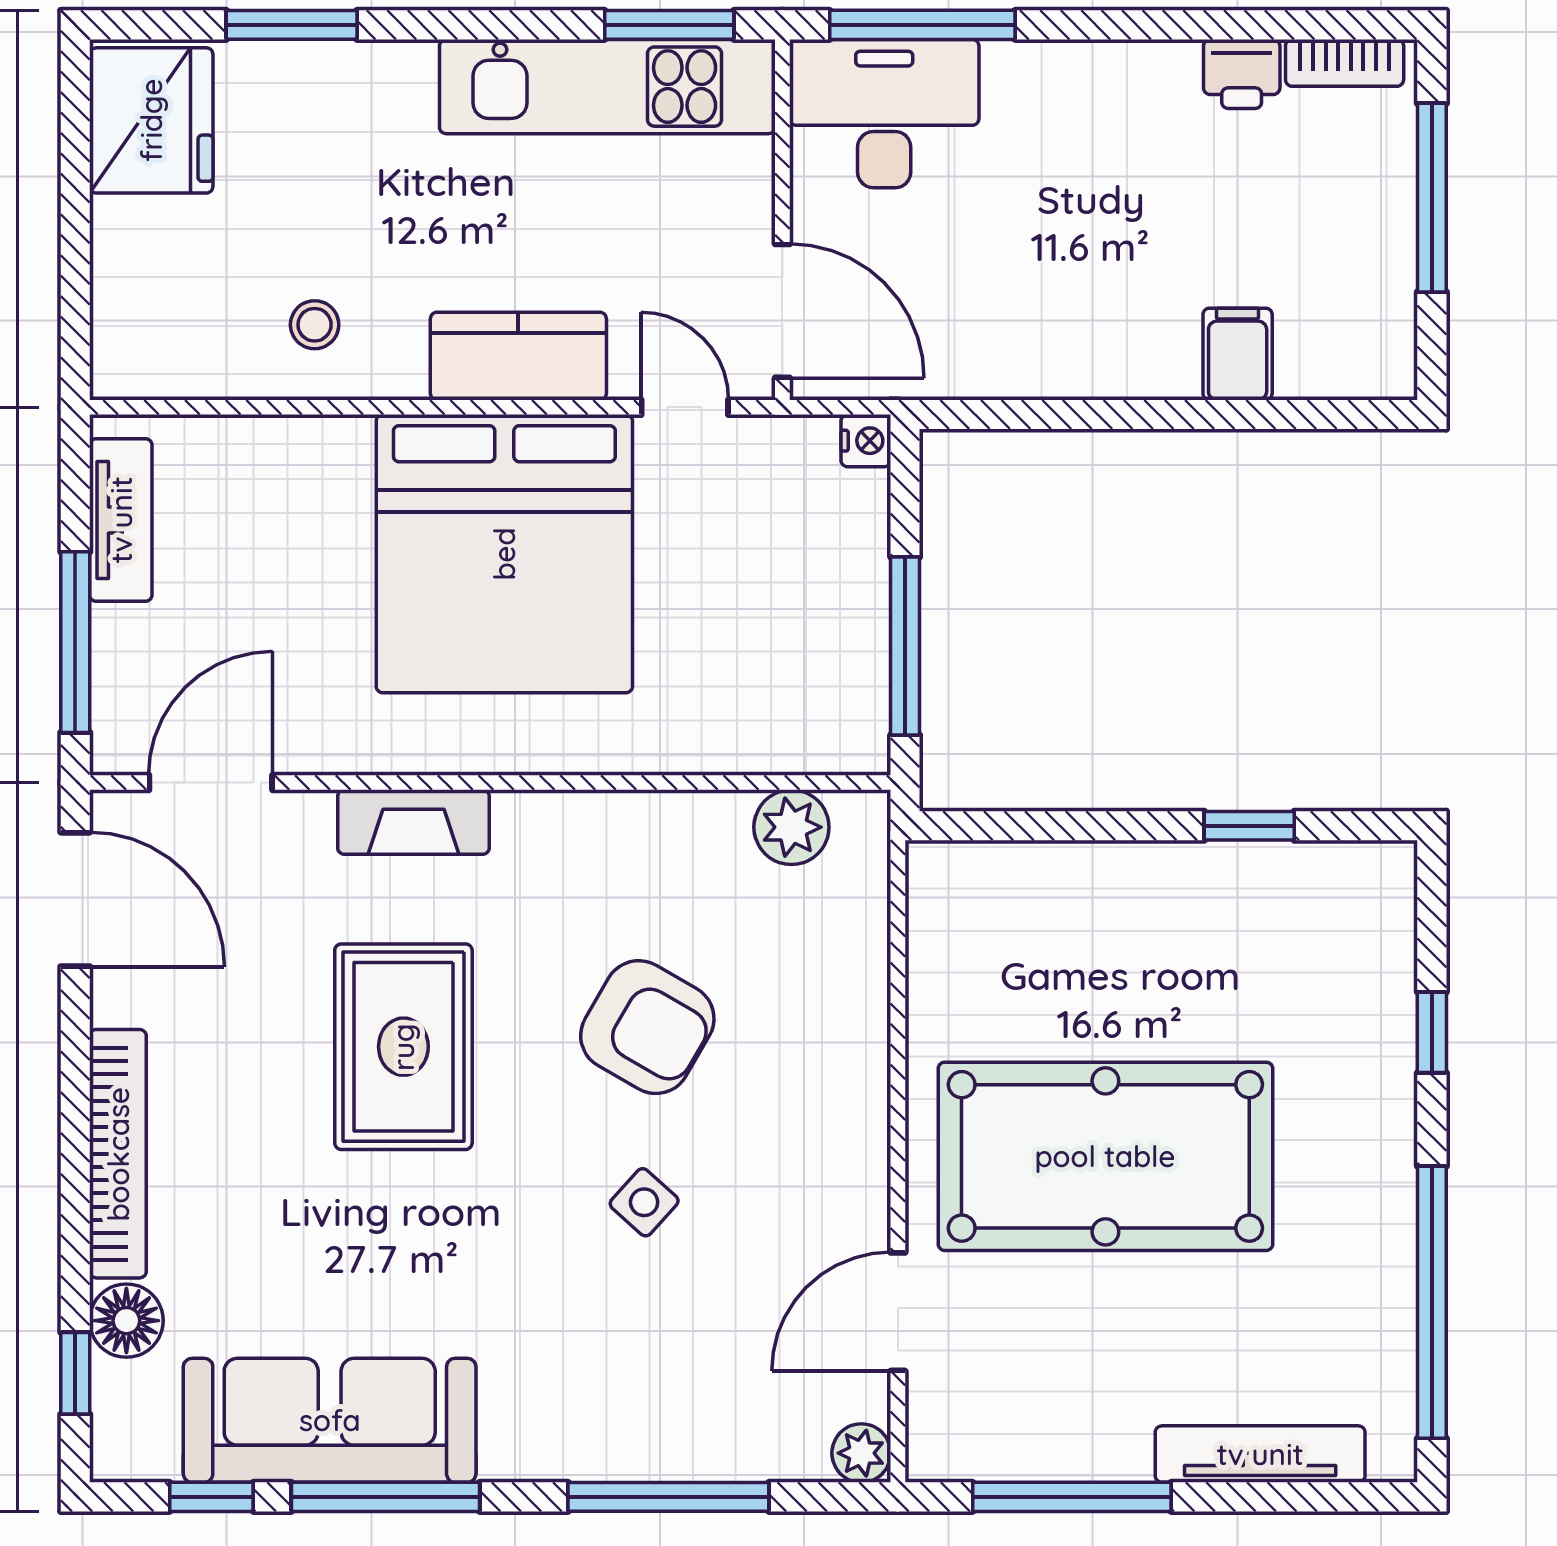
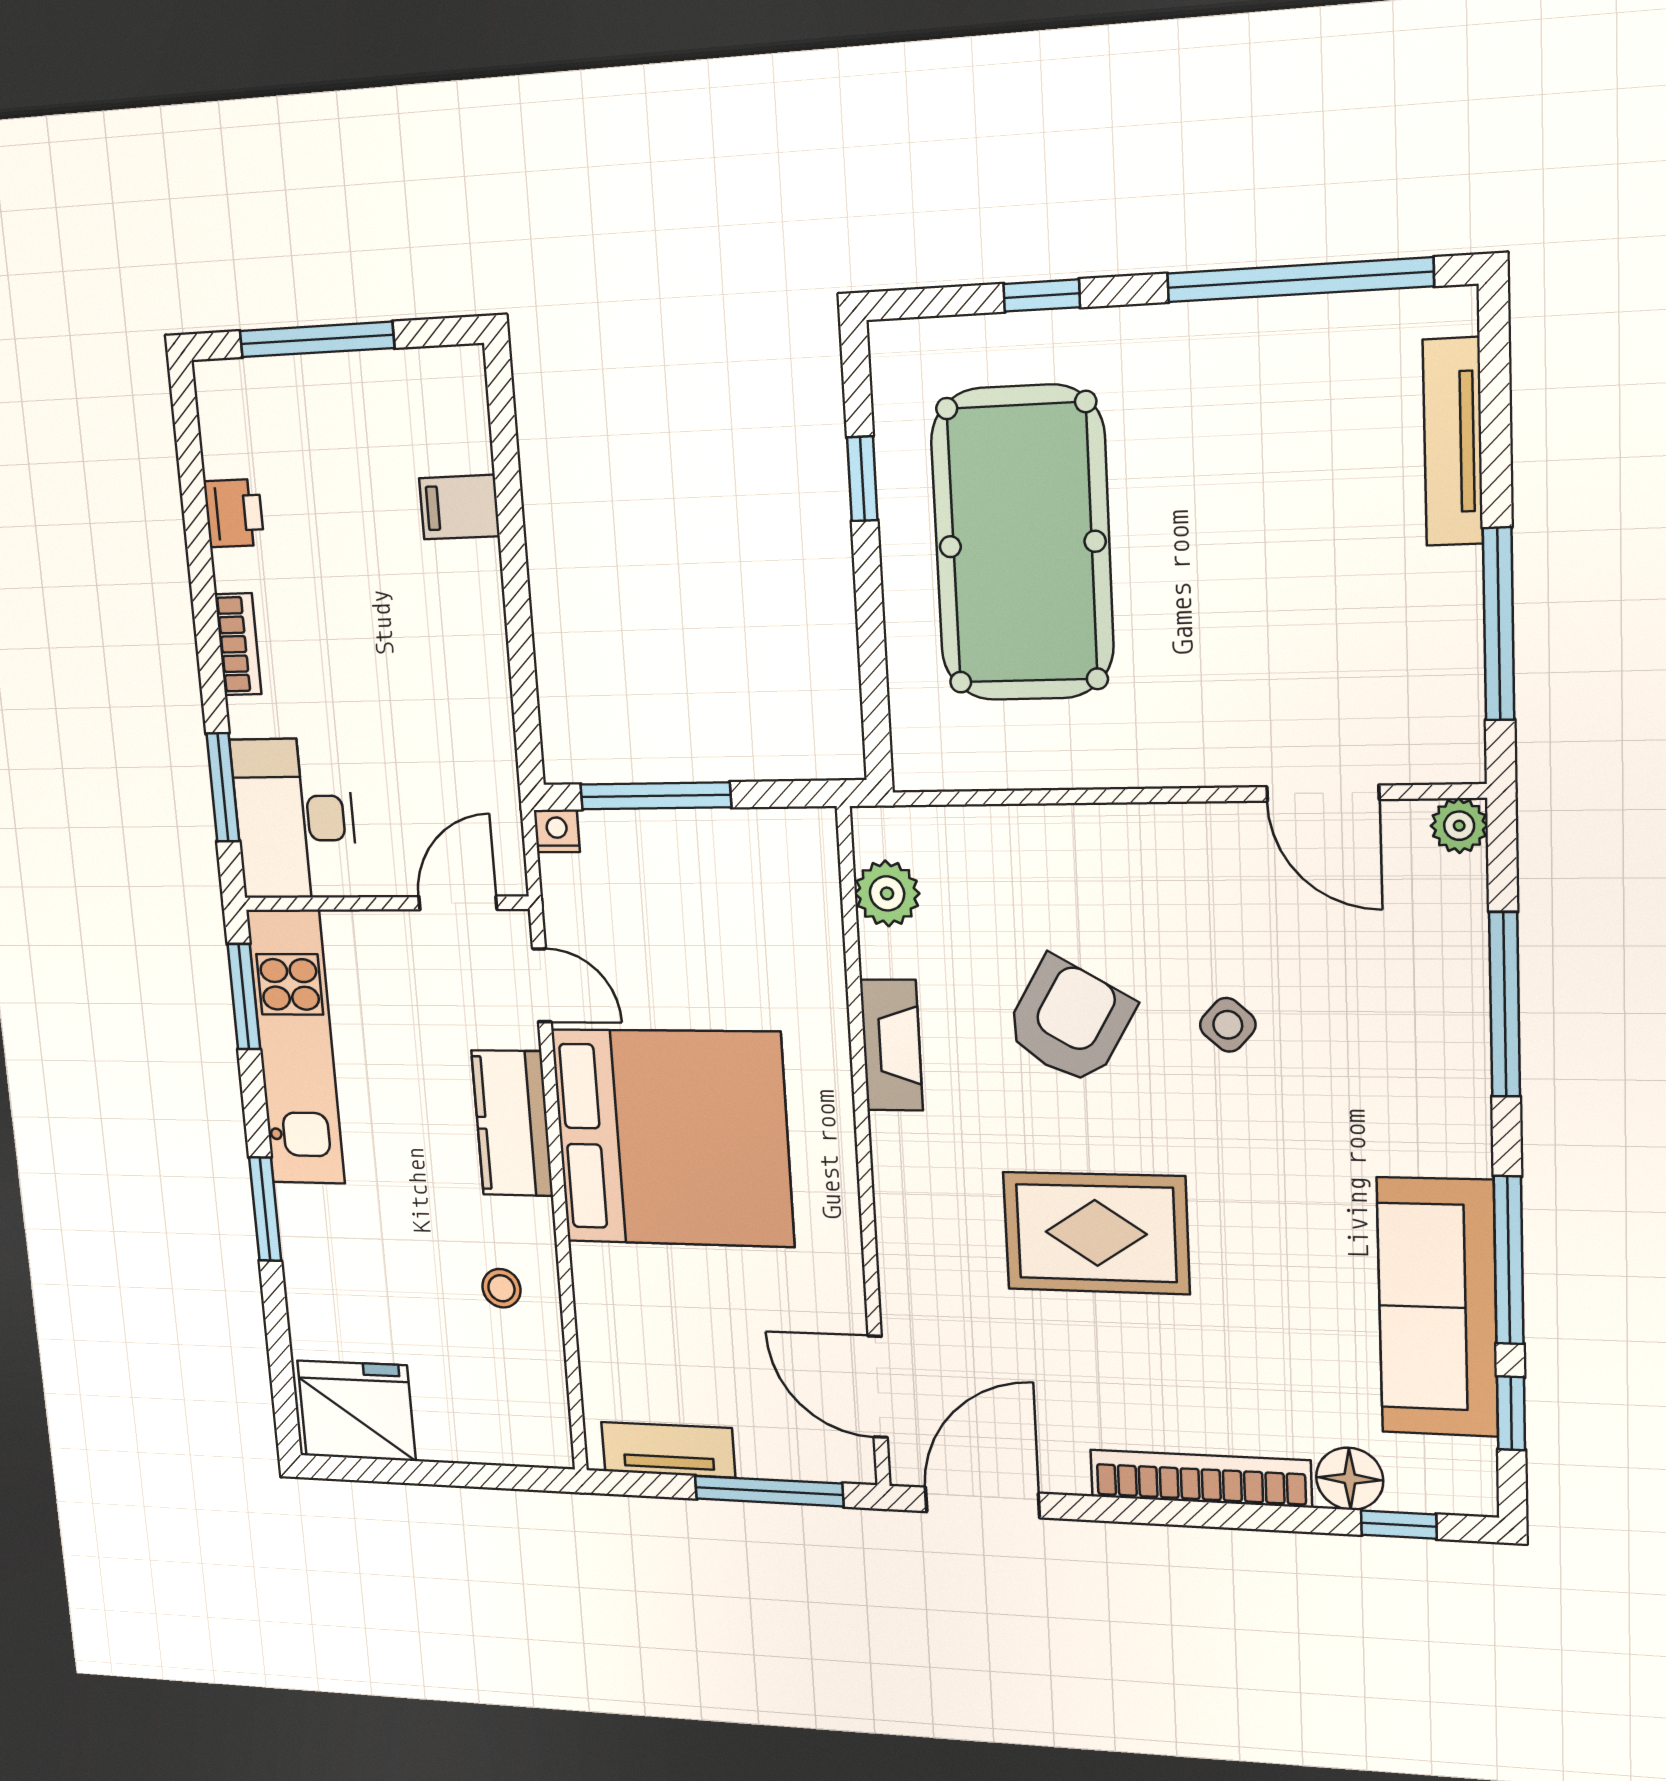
window: (292, 25) -> (265, 1209), moved
window: (922, 25) -> (223, 787), width x0.69
bookcase: (1345, 63) -> (238, 644), moved
door: (782, 311) -> (458, 903), width x0.73
door: (685, 407) -> (542, 985), swing flipped
window: (905, 646) -> (656, 796), moved
fireplace: (413, 822) -> (891, 1045), moved
pool table: (1105, 1156) -> (1022, 544), moved

